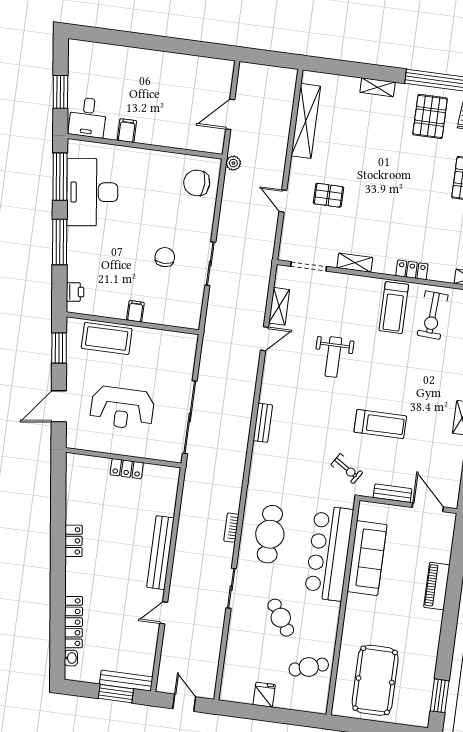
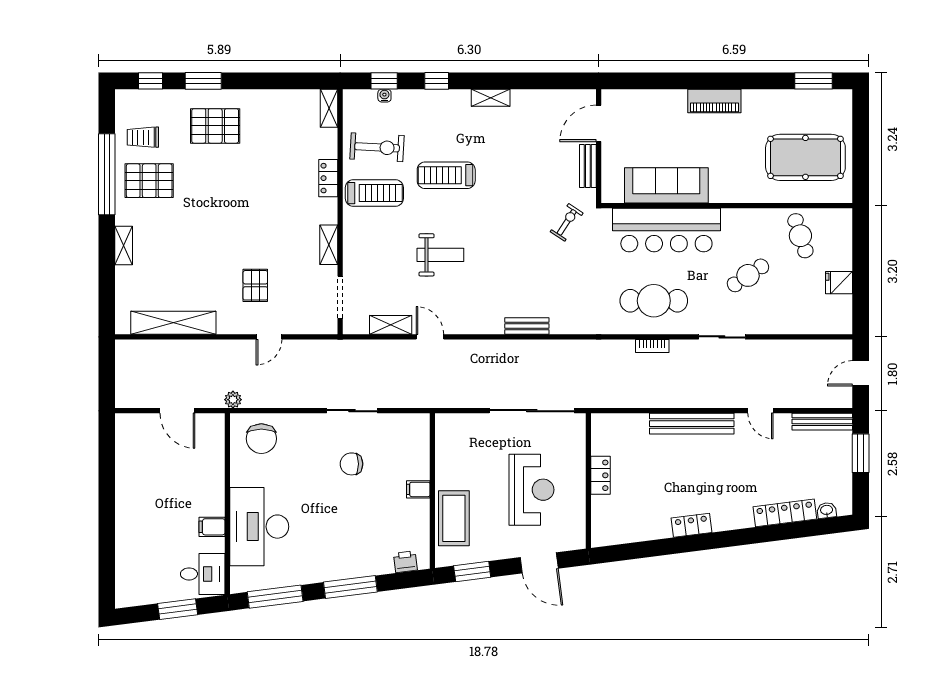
desk: (92, 192) -> (259, 527), moved, turned 97
treadmill: (380, 424) -> (446, 175), moved, turned -90
piano: (437, 586) -> (714, 101), moved
bench: (126, 681) -> (822, 422), moved, turned 90

